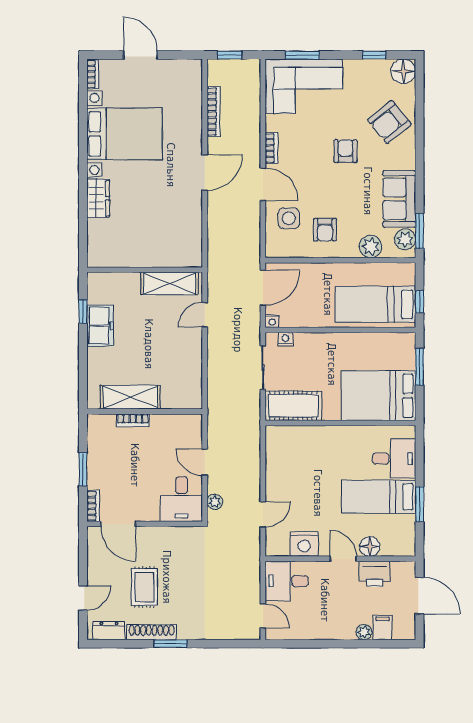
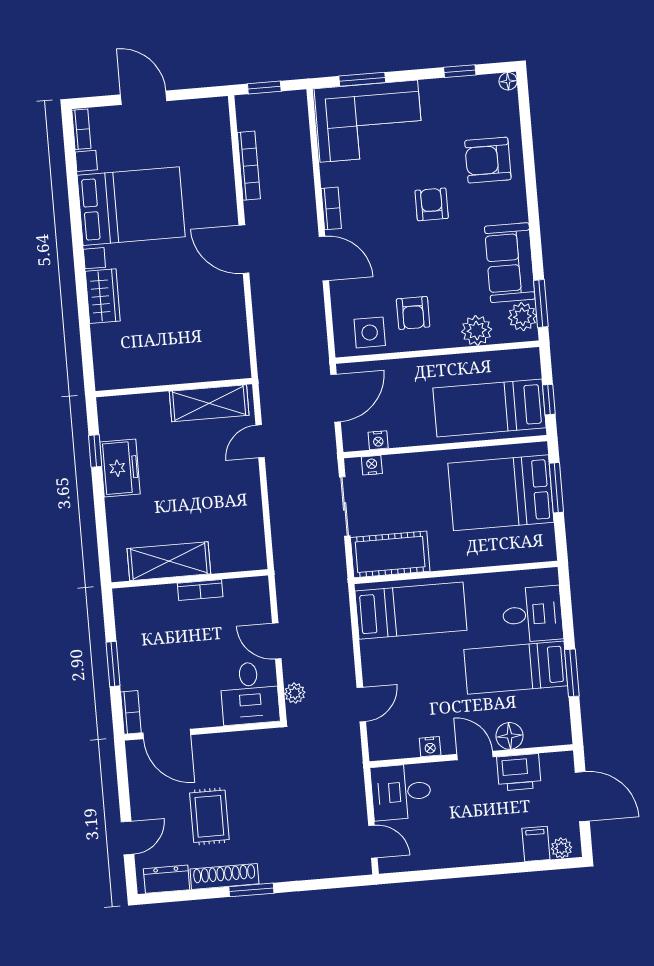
floor lamp: (403, 71) -> (508, 81), width x0.53, depth x0.53
armchair: (389, 122) -> (488, 160), turned 39
door: (205, 172) -> (244, 249), swing flipped
side table: (289, 218) -> (370, 332), moved
nightstand: (272, 321) -> (378, 440), moved
bed: (379, 396) -> (501, 493), moved
bookcase: (133, 420) -> (200, 590), moved
bed: (305, 448) -> (411, 611), added
nightstand: (304, 544) -> (430, 747), width x0.53, depth x0.56
plant: (364, 632) -> (562, 848), moved

